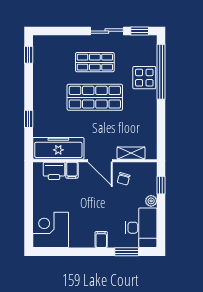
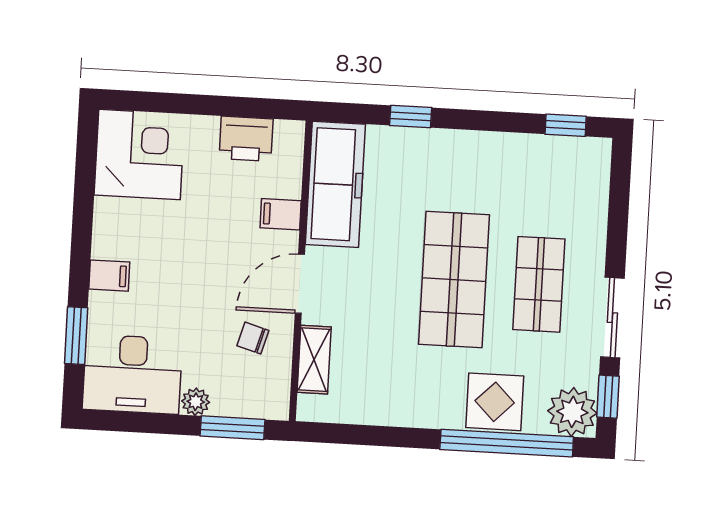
plant: (147, 45) -> (572, 412), added
printer: (54, 171) -> (246, 139), moved, turned -90
window: (161, 185) -> (233, 428), width x1.50

